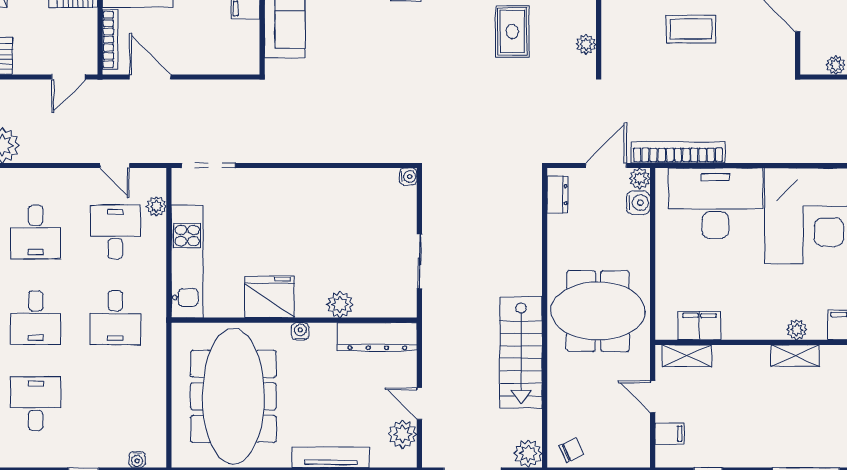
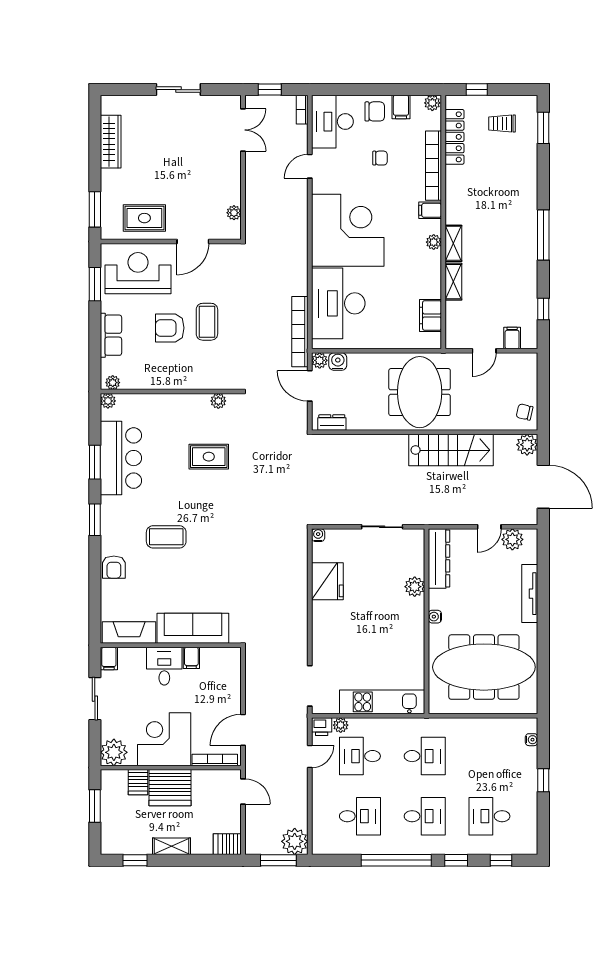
printer: (154, 181) -> (322, 727), added
fridge: (269, 297) -> (327, 581), moved, turned 180
shelving: (687, 356) -> (453, 282), moved
chair: (571, 450) -> (525, 412), turned -52

